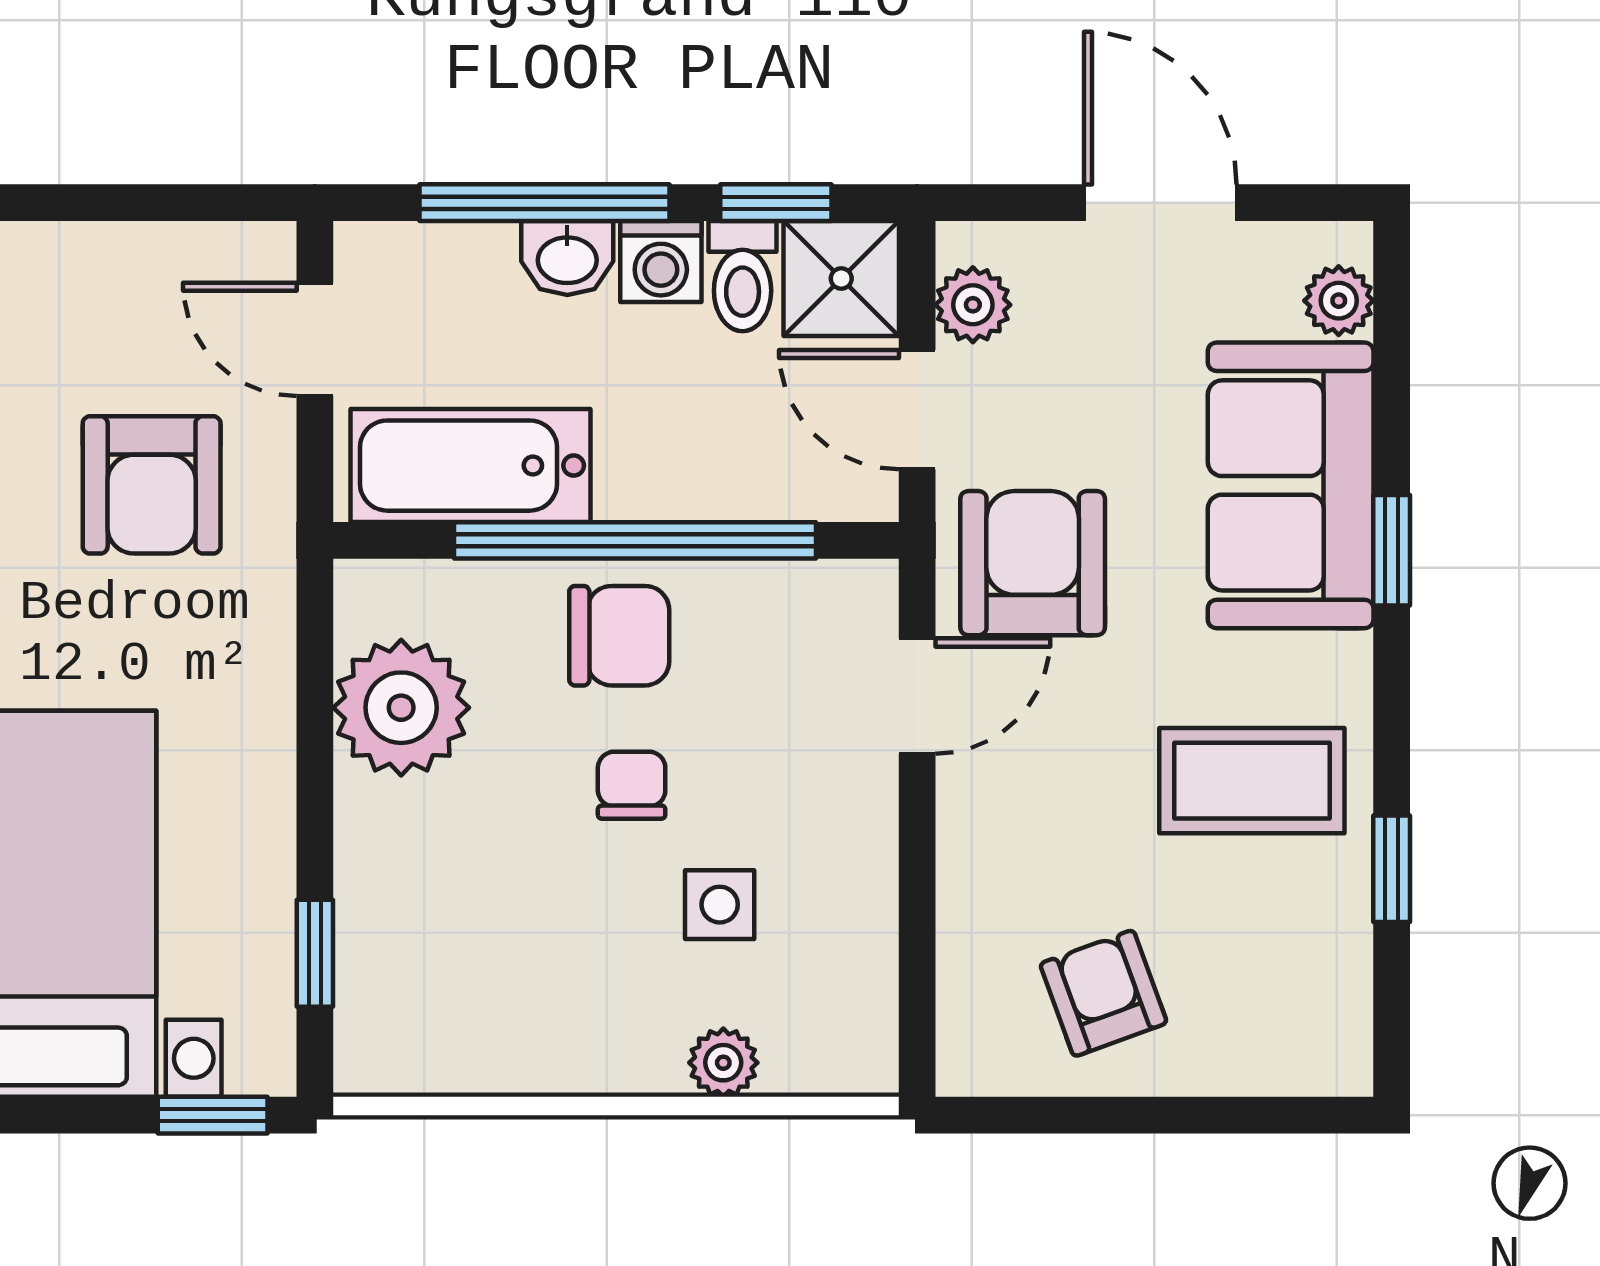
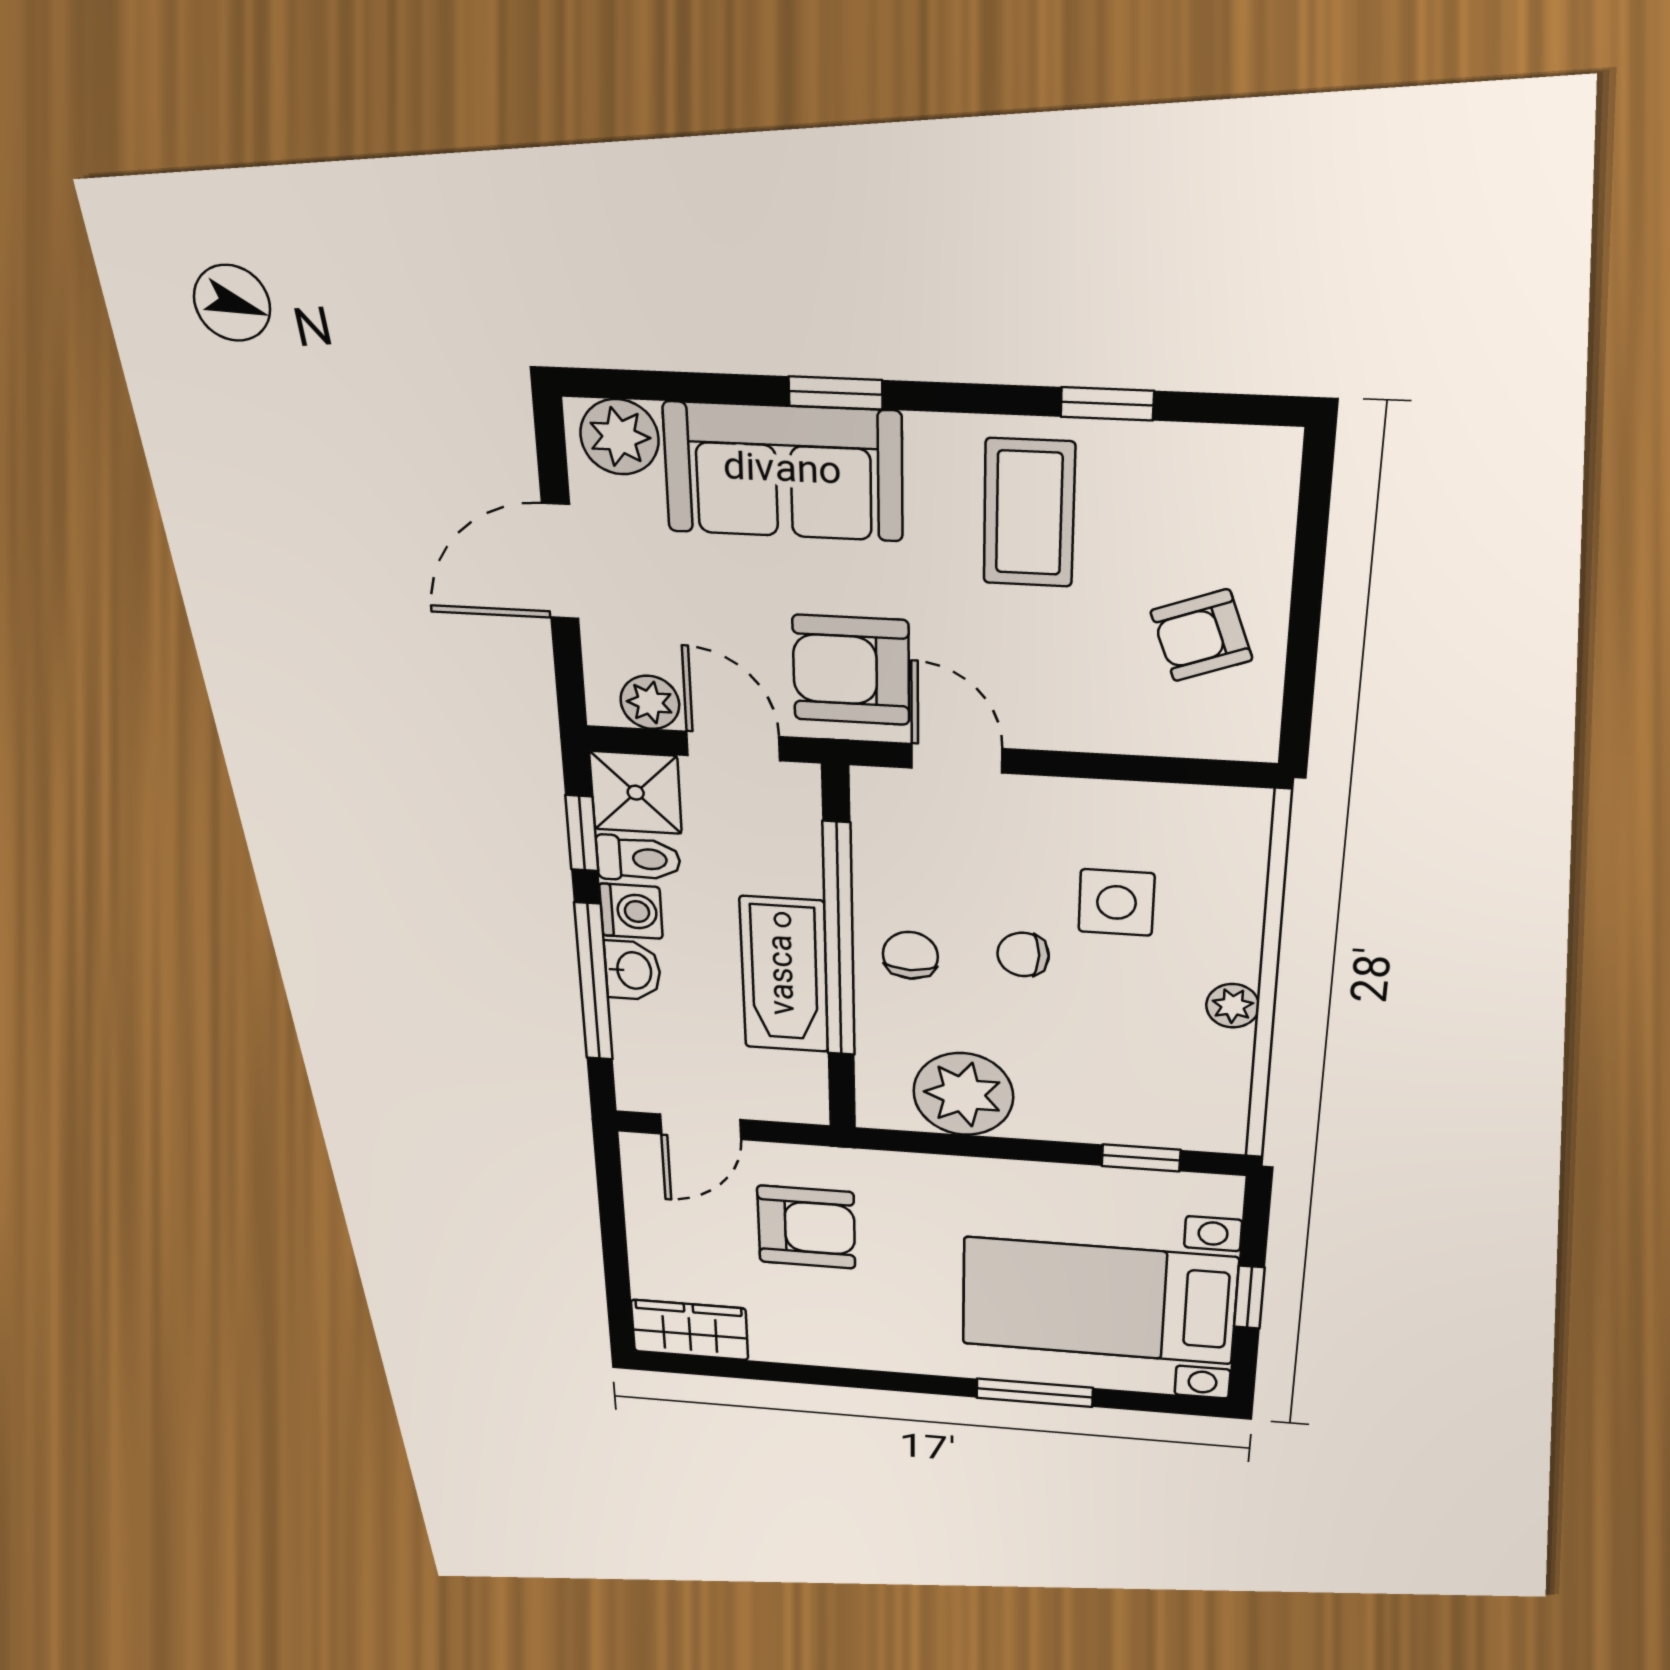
plant: (1339, 301) -> (619, 437), width x1.38, depth x1.38
door: (917, 410) -> (733, 746), swing flipped
bathtub: (470, 466) -> (784, 975), moved
chair: (619, 636) -> (910, 955), width x0.73, depth x0.73
side table: (720, 905) -> (1116, 902), width x1.37, depth x1.37
plant: (723, 1063) -> (1233, 1006), moved
window: (213, 1115) -> (1249, 1297), moved

